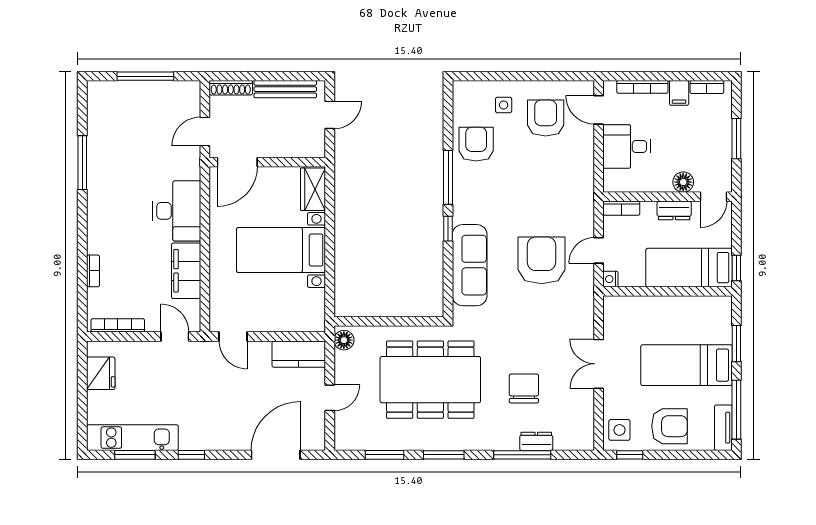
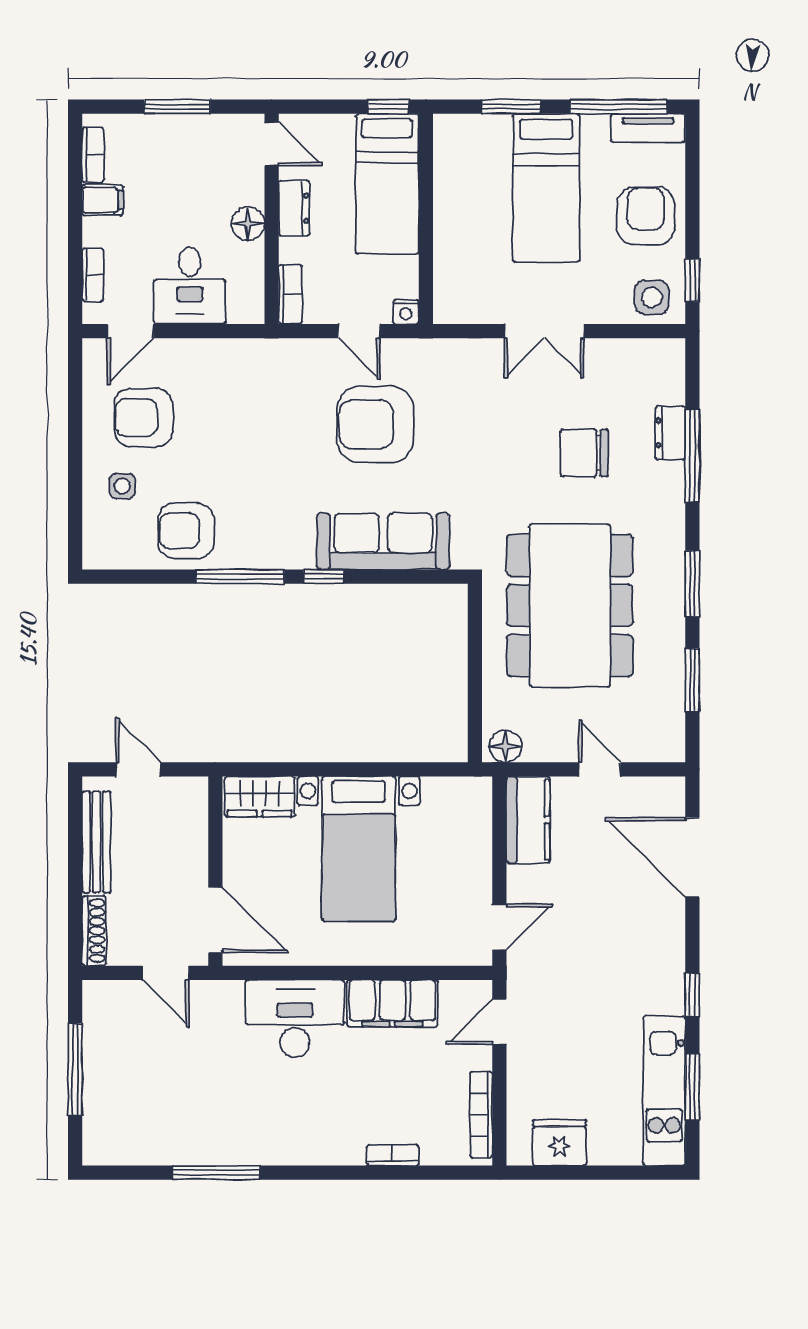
bookcase: (642, 87) -> (93, 275), width x0.64
floor lamp: (683, 182) -> (248, 224), moved

